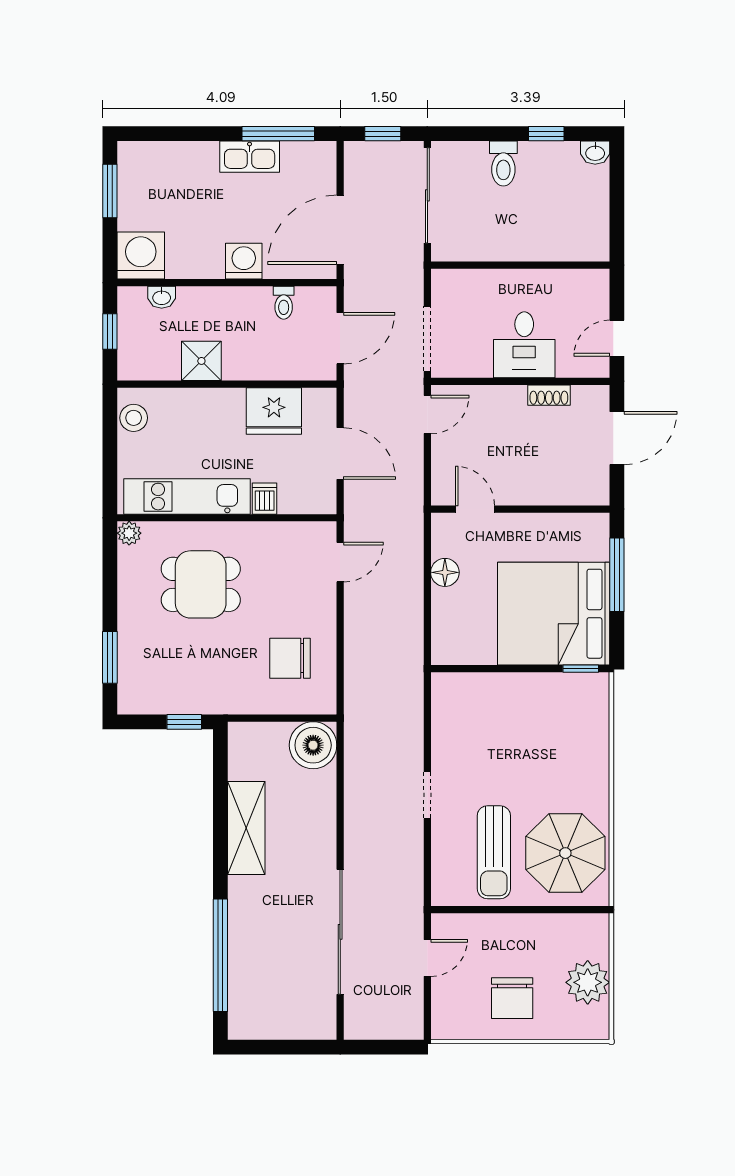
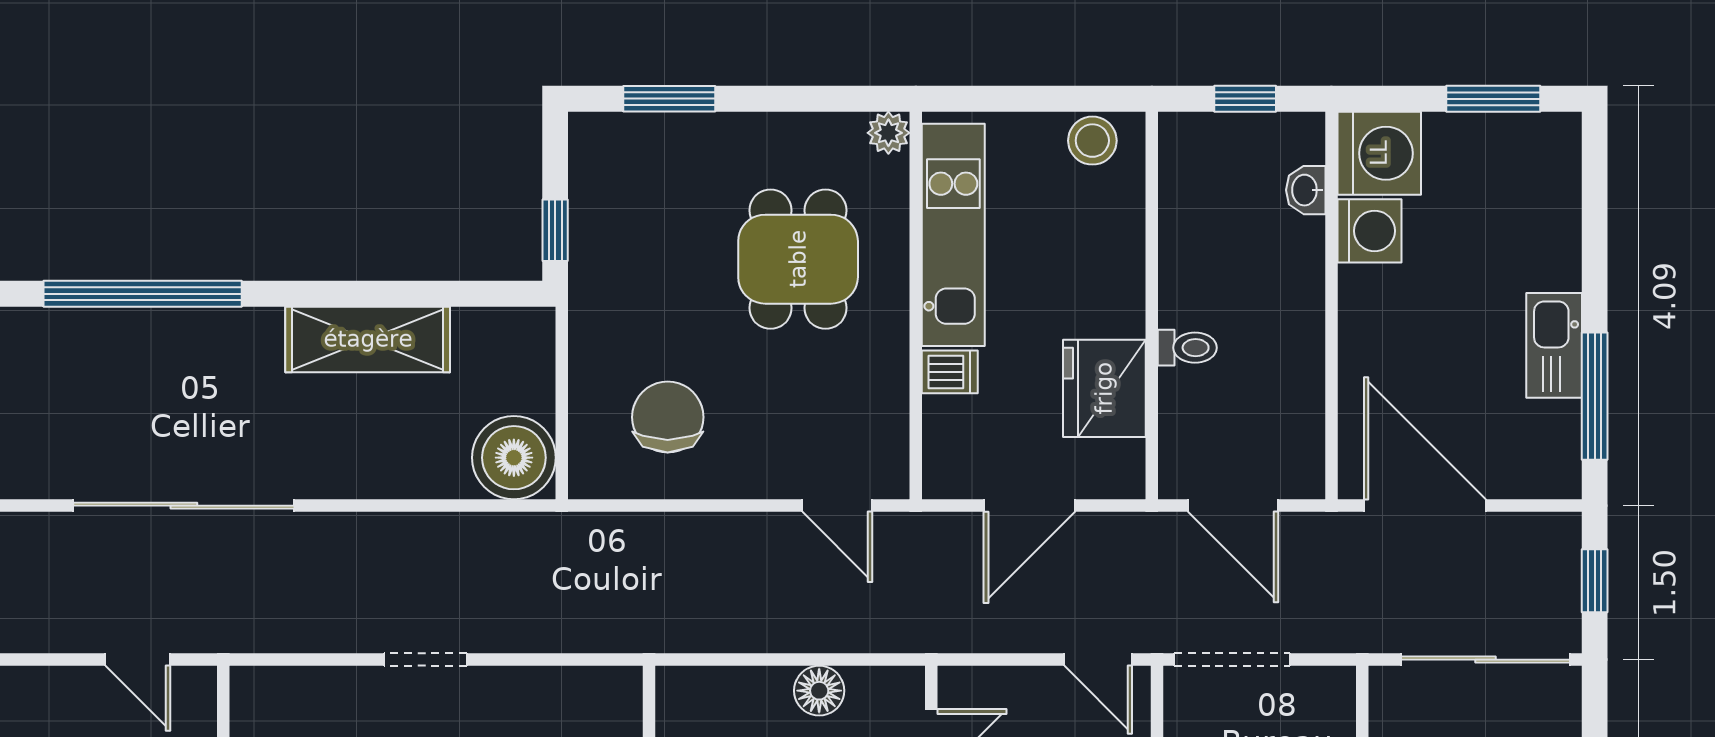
washing machine: (244, 261) -> (1369, 231), moved
toilet: (284, 303) -> (1187, 348), moved, turned 180
shower: (201, 361) -> (1193, 260), removed

